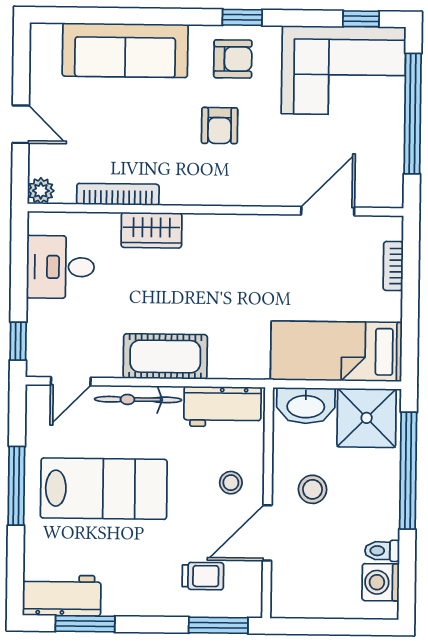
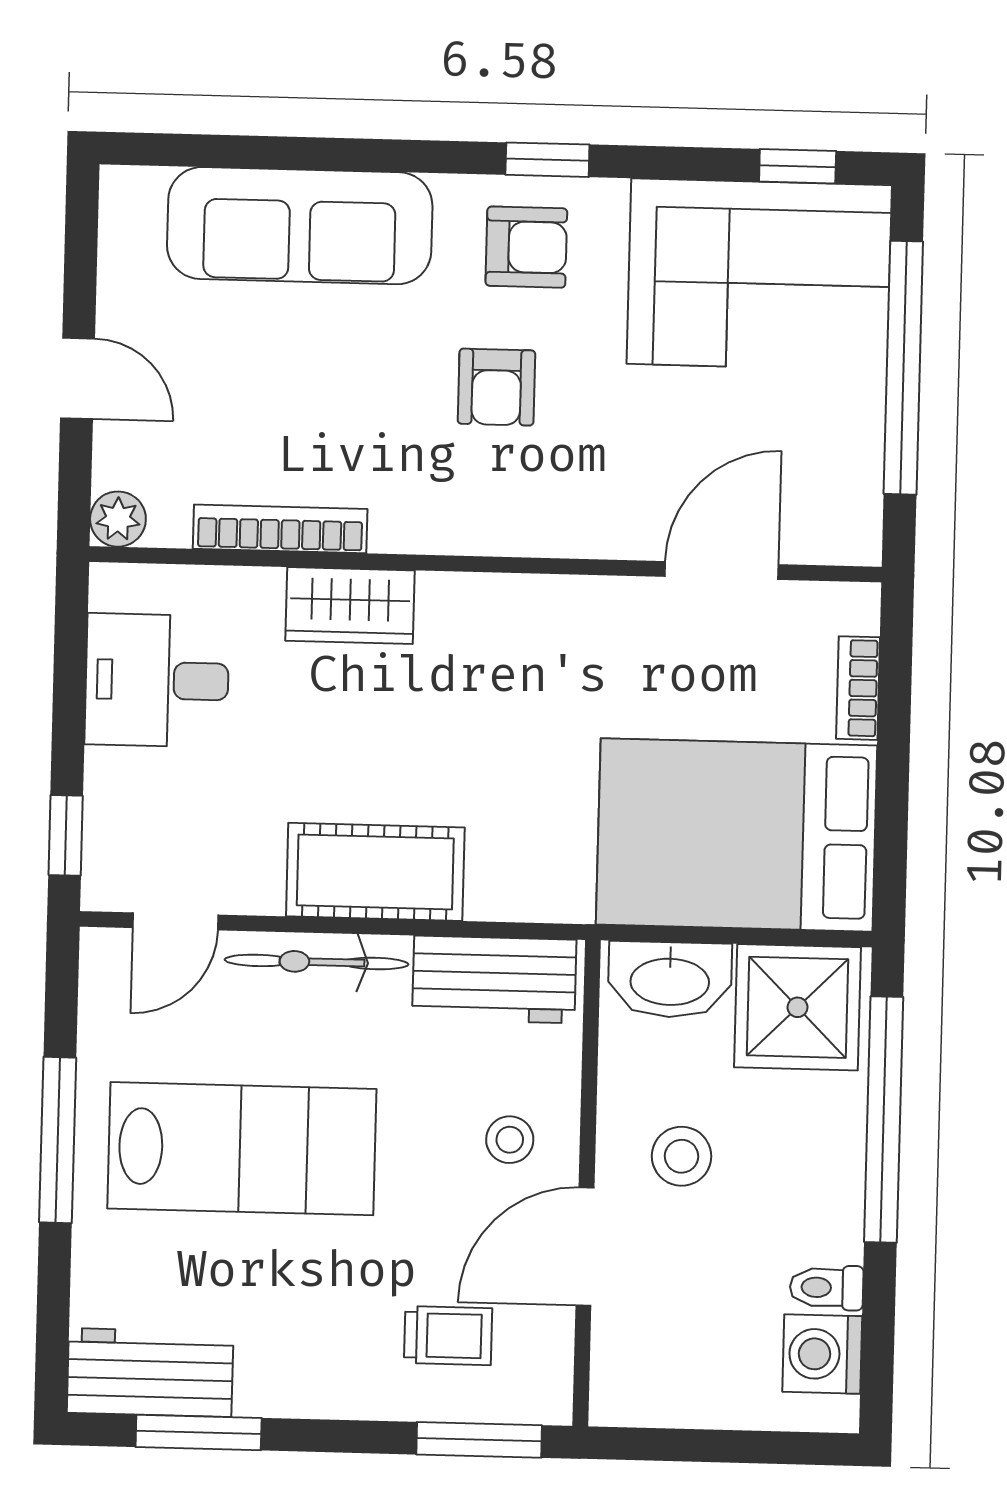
bed: (336, 351) -> (737, 835), width x1.50

